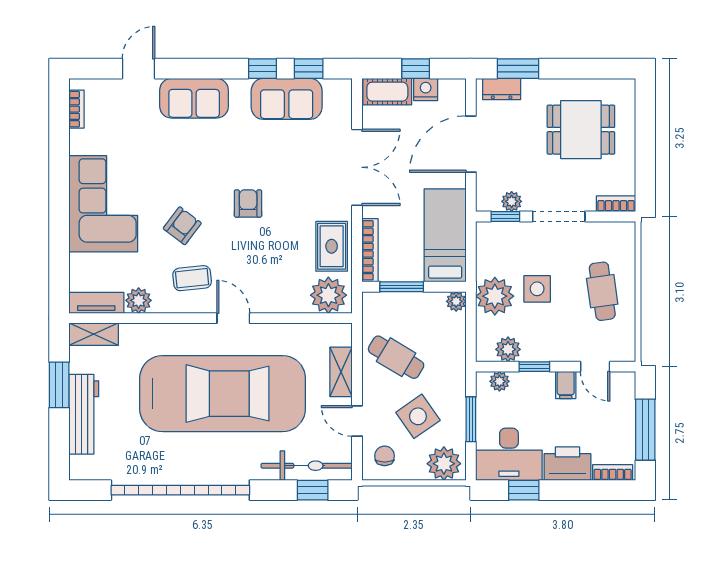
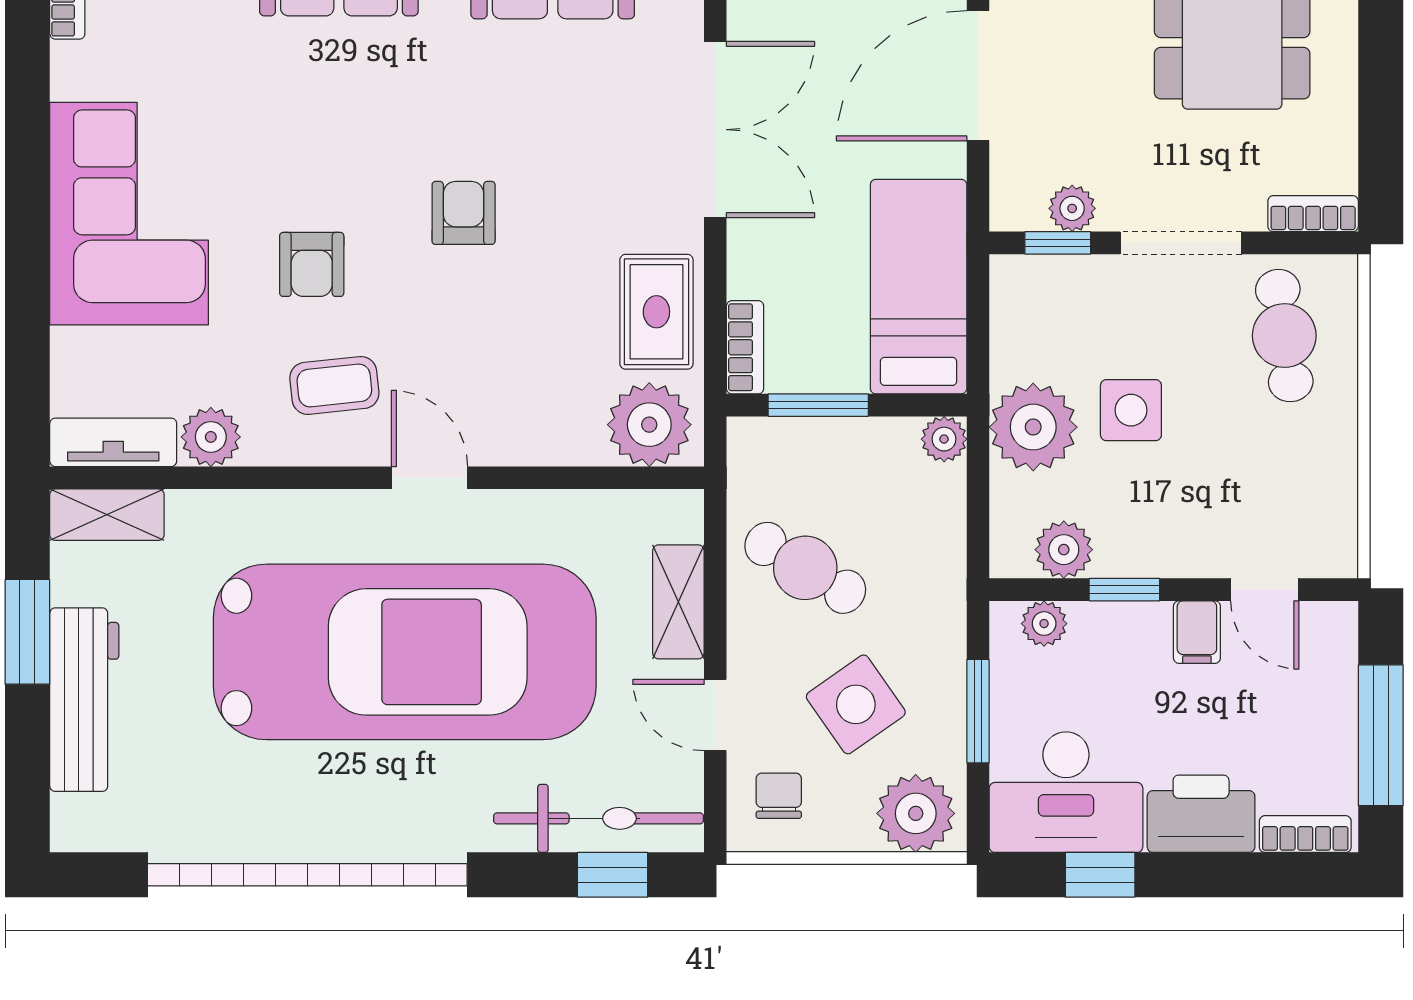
armchair: (182, 226) -> (312, 264), turned 143
bookcase: (370, 250) -> (745, 347), width x0.64
cafe table: (602, 291) -> (1284, 336), moved

